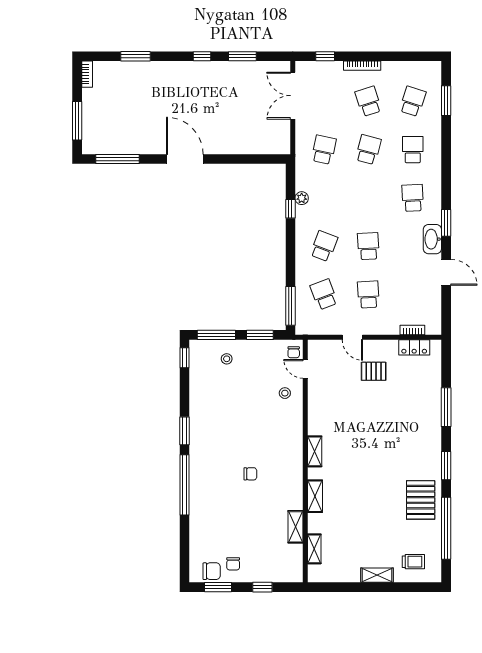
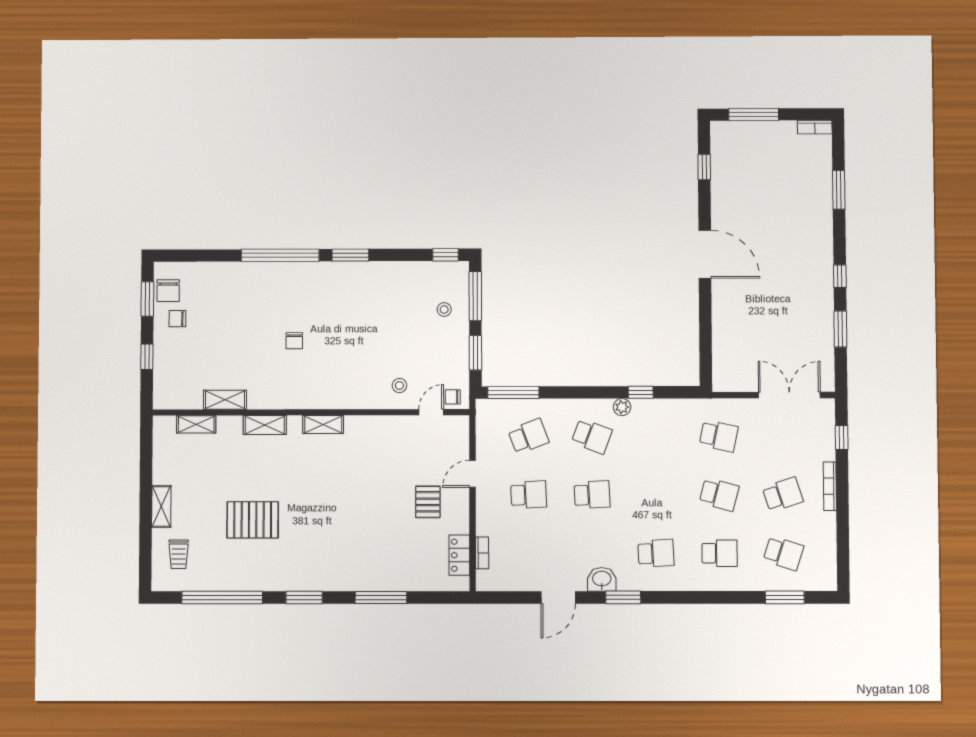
window: (118, 159) -> (704, 167), width x0.46
door: (185, 159) -> (705, 254), hinge flipped
plant: (302, 198) -> (622, 407), moved
washbasin: (432, 239) -> (602, 579), width x0.72
pallet: (421, 500) -> (253, 520), moved

